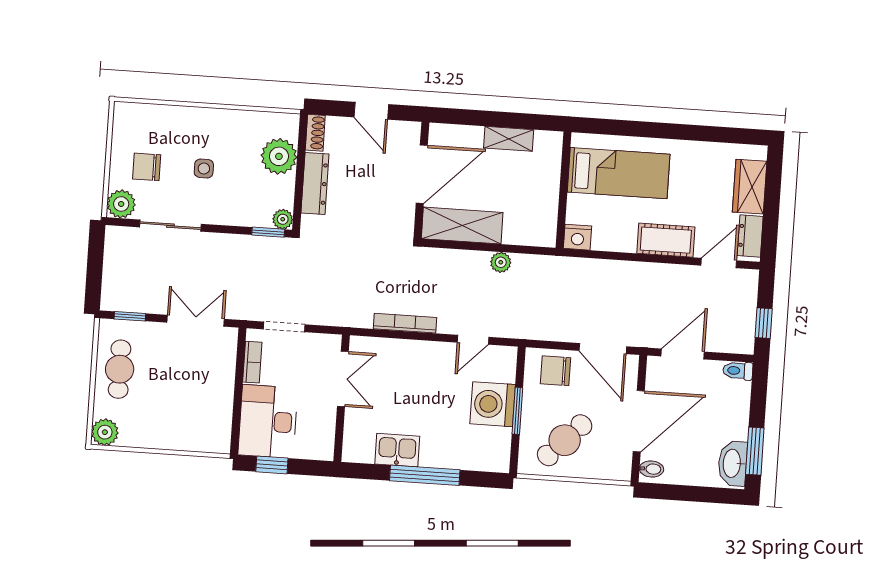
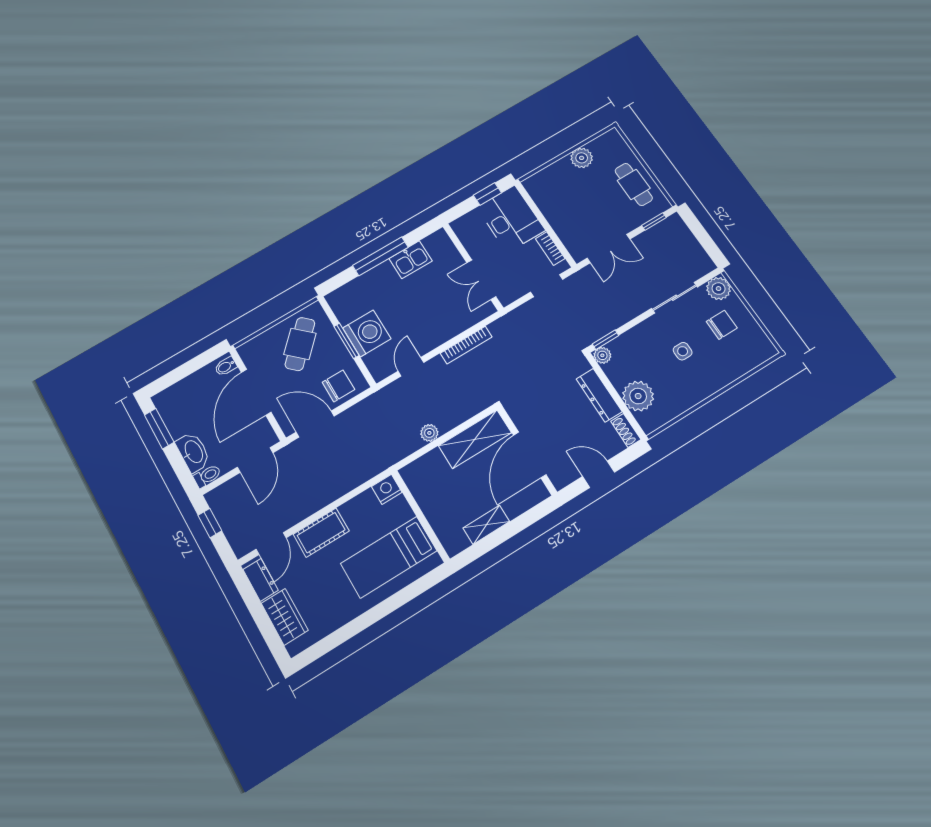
plant: (105, 432) -> (582, 158), moved
washbasin: (733, 463) -> (193, 452), moved

